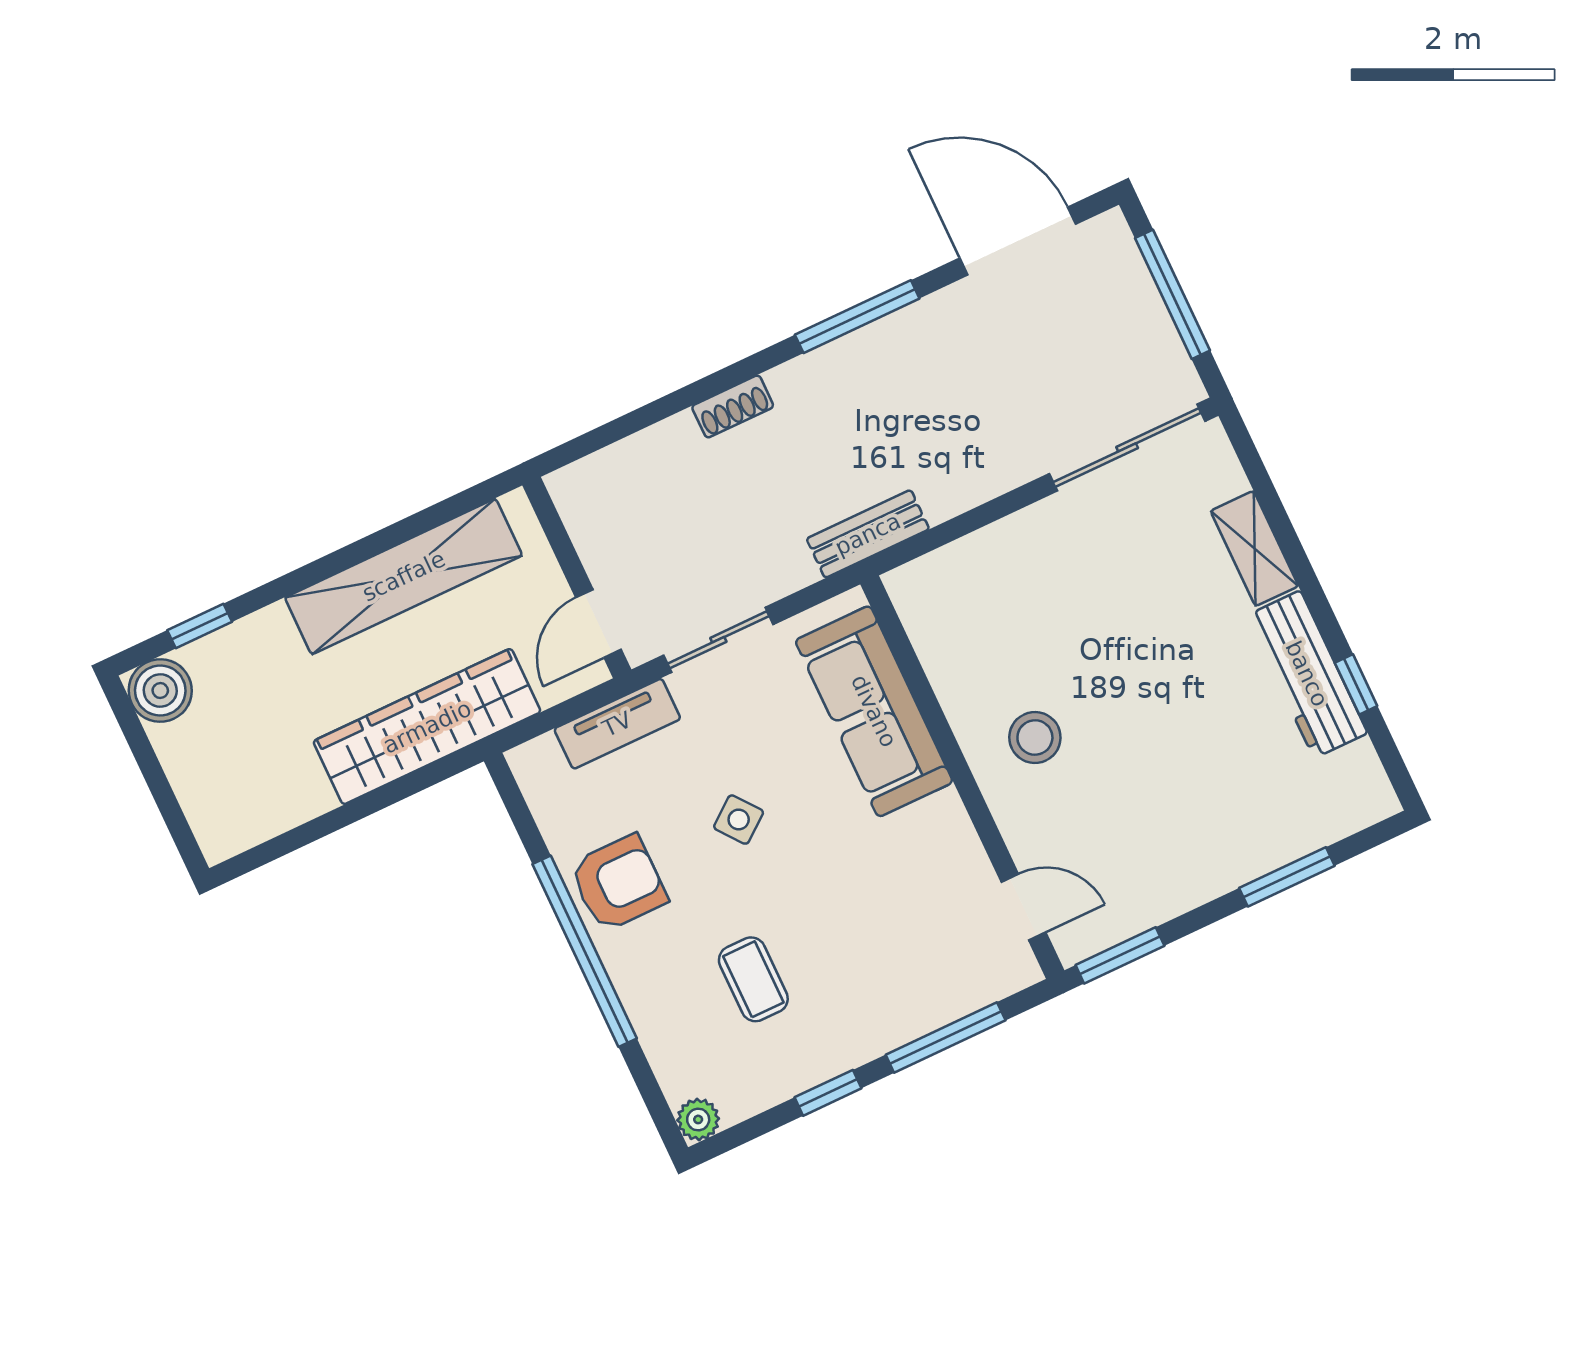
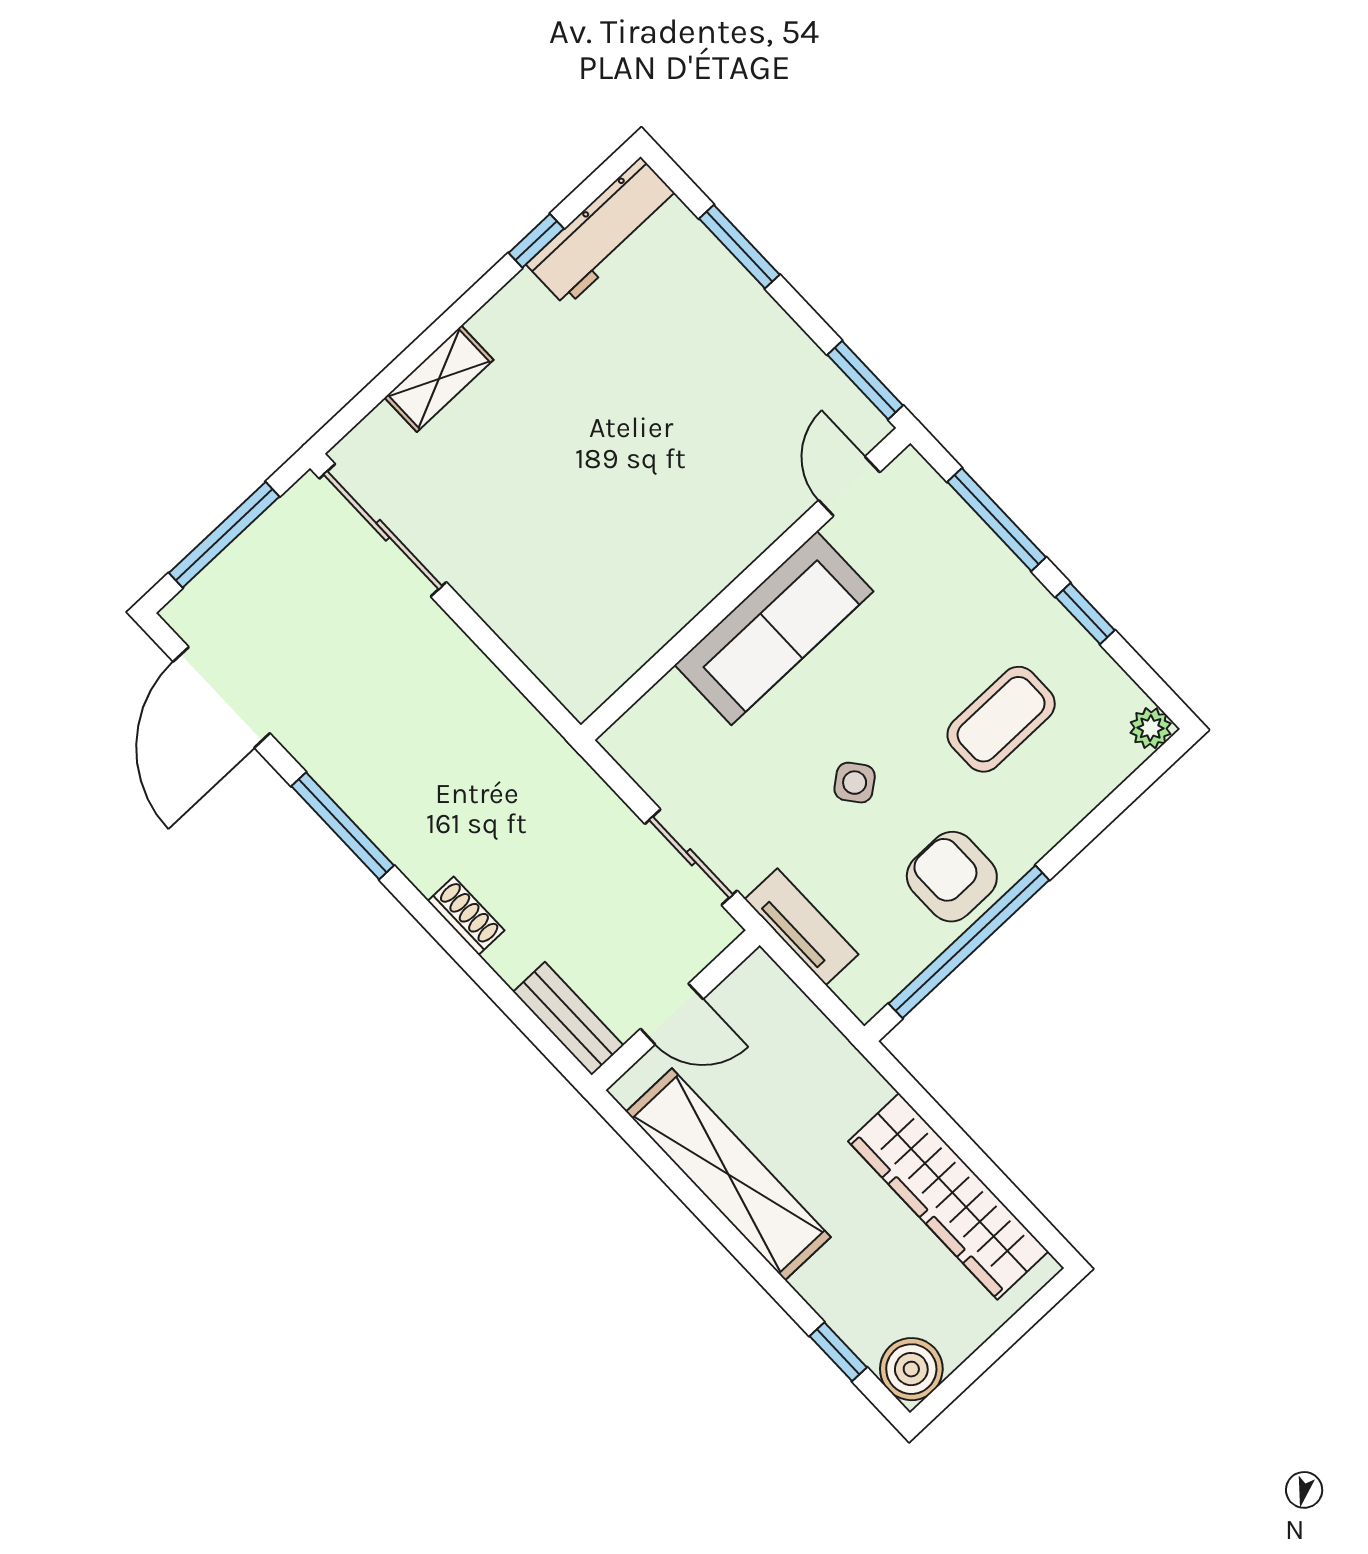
bench: (868, 534) -> (568, 1019), moved
door: (599, 624) -> (672, 1014), moved
workbench: (1307, 674) -> (603, 232), moved
sofa: (874, 711) -> (774, 628), moved
wardrobe: (427, 727) -> (948, 1196), moved
stool: (1035, 738) -> (686, 528), removed
window: (585, 951) -> (969, 942), moved
coffee table: (753, 979) -> (1001, 719), width x1.36, depth x1.30

